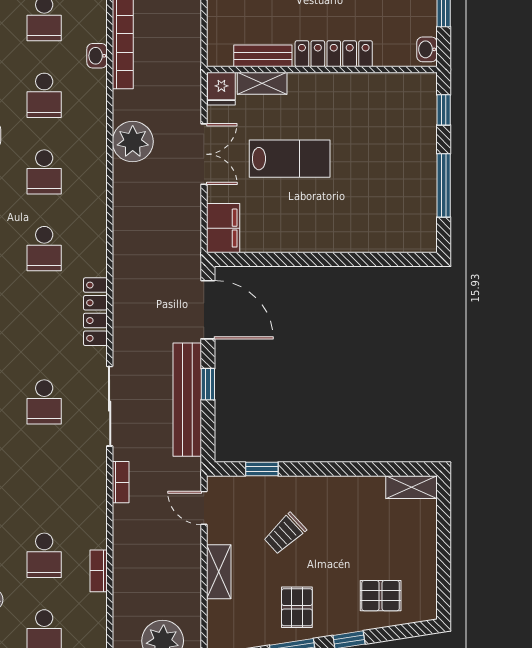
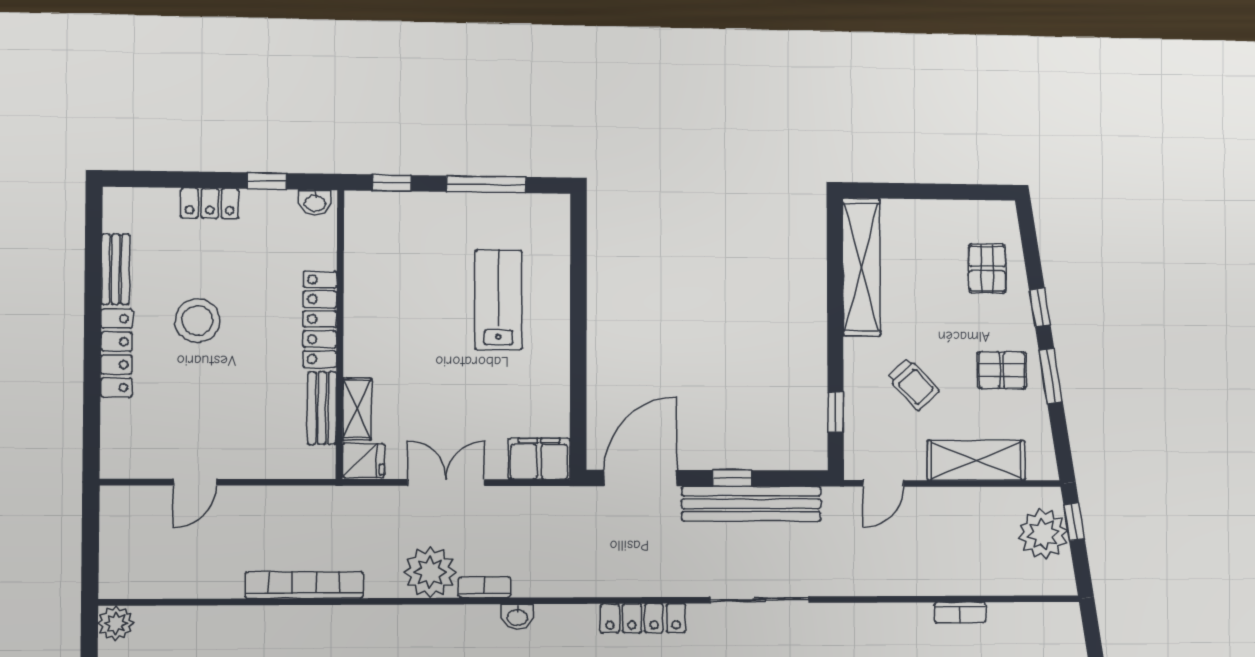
washbasin: (97, 56) -> (517, 617), moved
lab bench: (290, 159) -> (498, 300), moved
bookcase: (121, 482) -> (484, 587), moved
shelving: (411, 487) -> (862, 267), width x2.20, depth x1.33
shelving: (219, 572) -> (976, 460), width x1.50, depth x1.33

